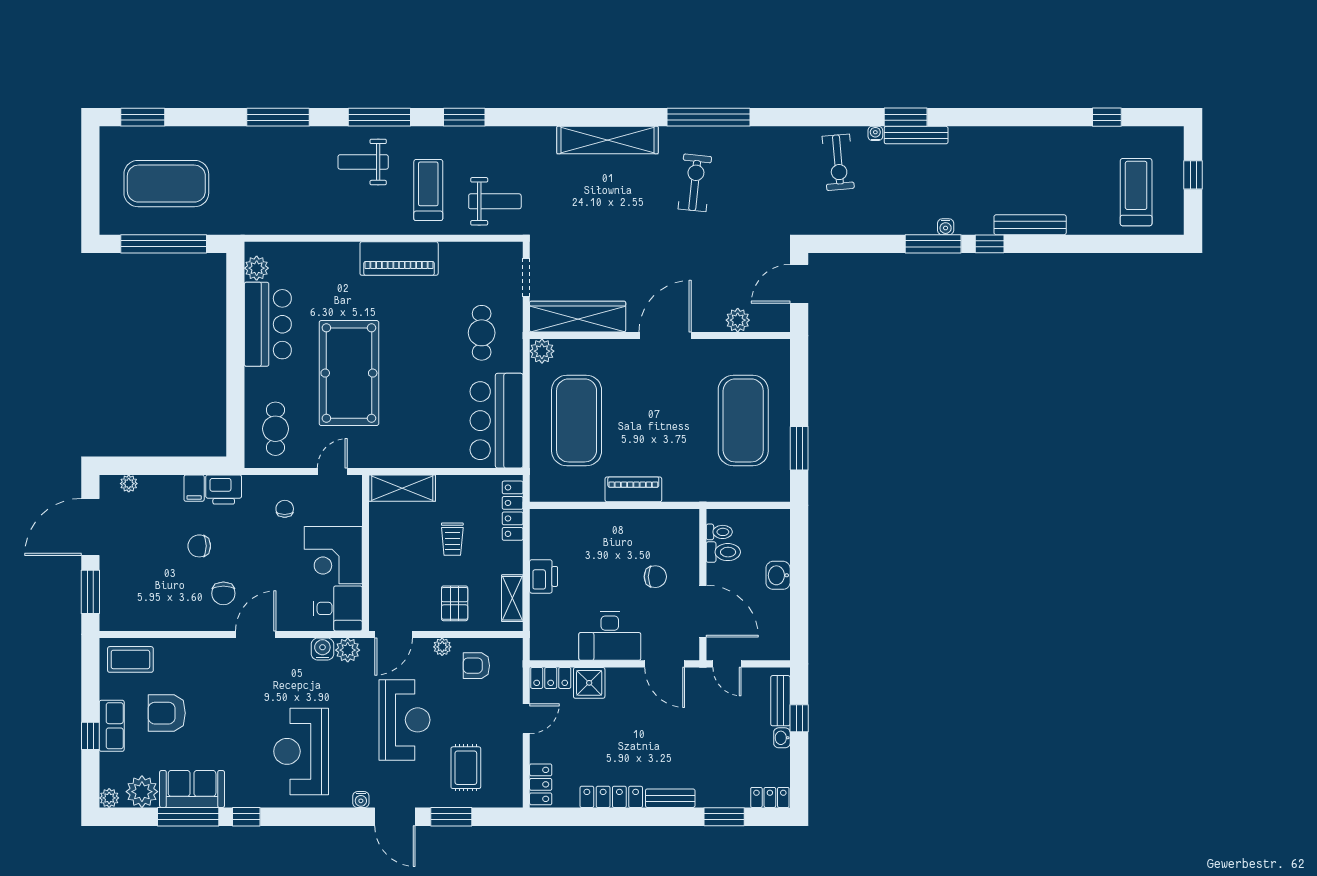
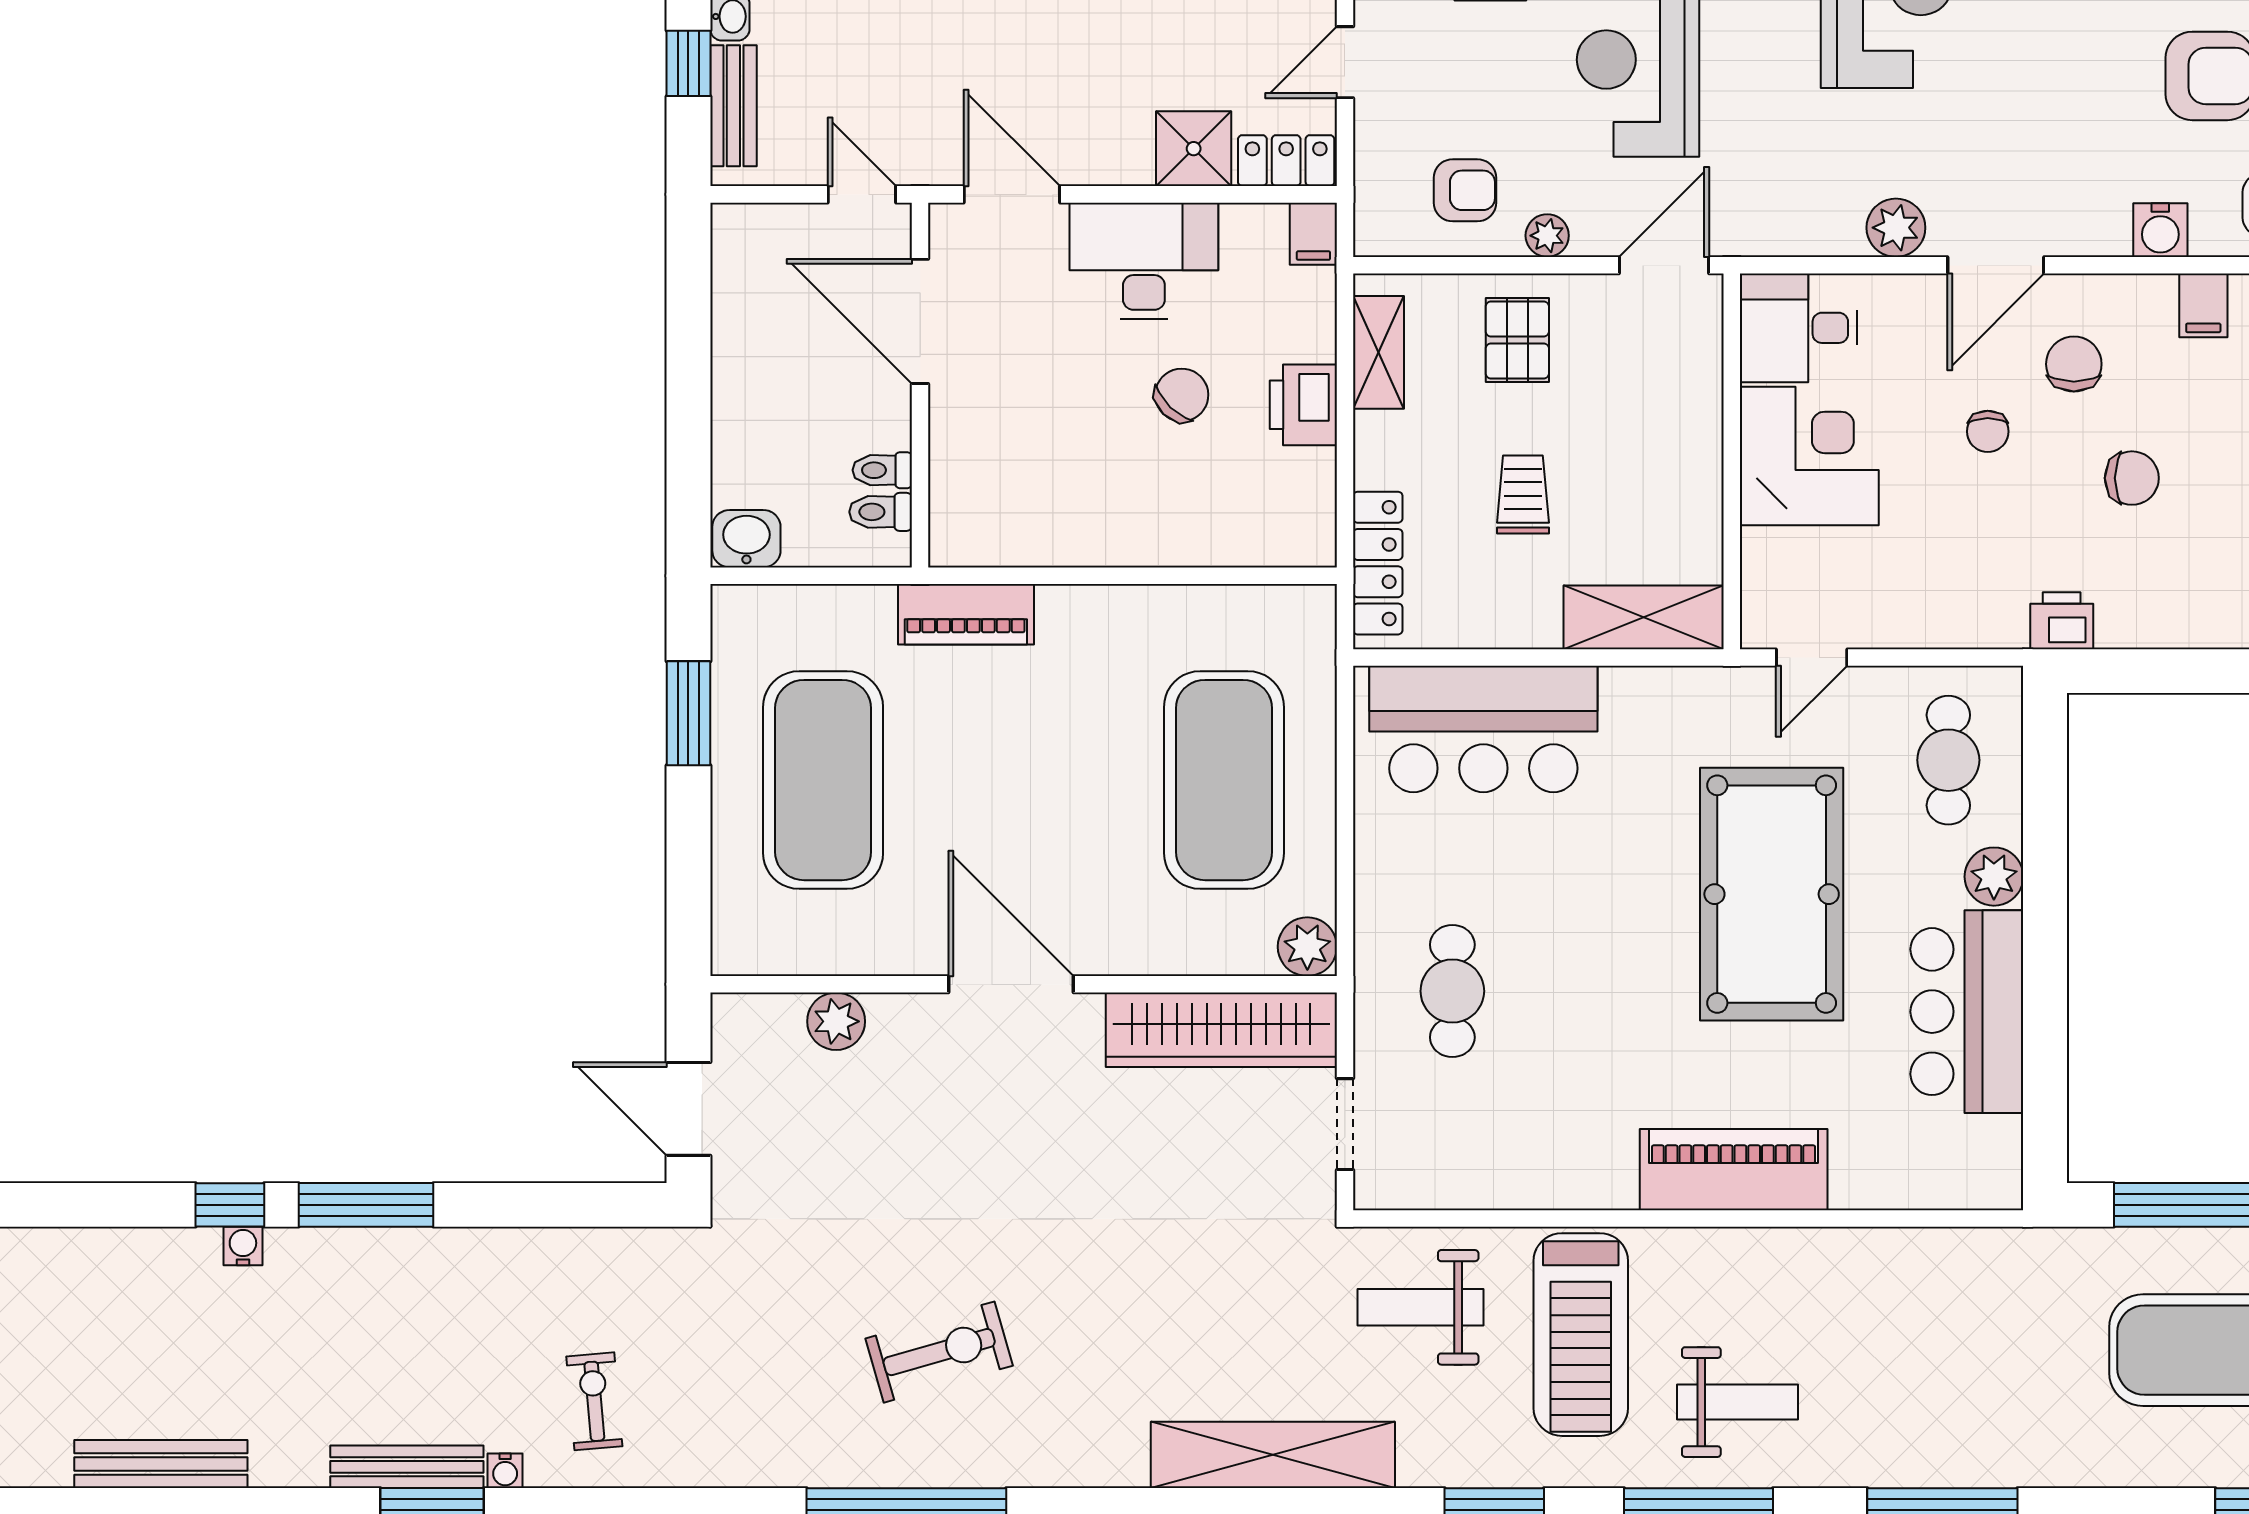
shelving: (608, 140) -> (1273, 1455), moved
exercise bike: (838, 162) -> (594, 1401), width x0.73, depth x0.72
exercise bike: (695, 183) -> (939, 1352), turned -112
treadmill: (428, 190) -> (1581, 1335), width x1.37, depth x1.38
bench: (1030, 225) -> (161, 1464), moved
water cooler: (946, 227) -> (243, 1246), moved
piano: (399, 259) -> (1734, 1170), moved
plant: (257, 268) -> (1994, 877), moved
door: (799, 284) -> (688, 1109), swing flipped
door: (665, 336) -> (1011, 984), swing flipped
bar counter: (497, 421) -> (1483, 729), moved, turned 90
filing cabinet: (194, 488) -> (2203, 305), moved, turned 180
piano: (633, 489) -> (966, 614), moved
printer: (224, 490) -> (2062, 621), width x0.73, depth x0.81
chair: (285, 509) -> (1988, 431), moved
toilet: (723, 552) -> (882, 470), width x0.73, depth x0.72
washbasin: (778, 575) -> (746, 539), moved, turned -90
chair: (655, 577) -> (1182, 395), moved, turned 134
filing cabinet: (539, 648) -> (1313, 234), added
water cooler: (322, 649) -> (2160, 230), moved
plant: (348, 650) -> (1896, 228), moved

